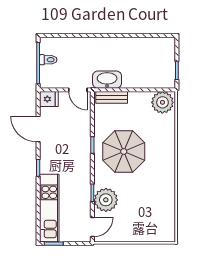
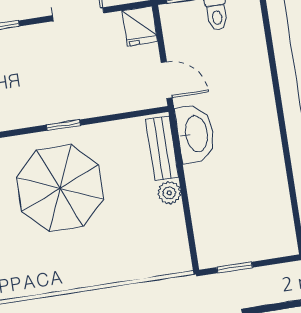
door: (78, 90) -> (167, 80), swing flipped
plant: (162, 102) -> (169, 193), moved, width x0.53, depth x0.53

